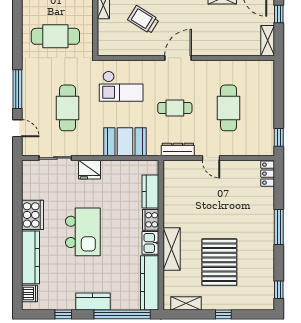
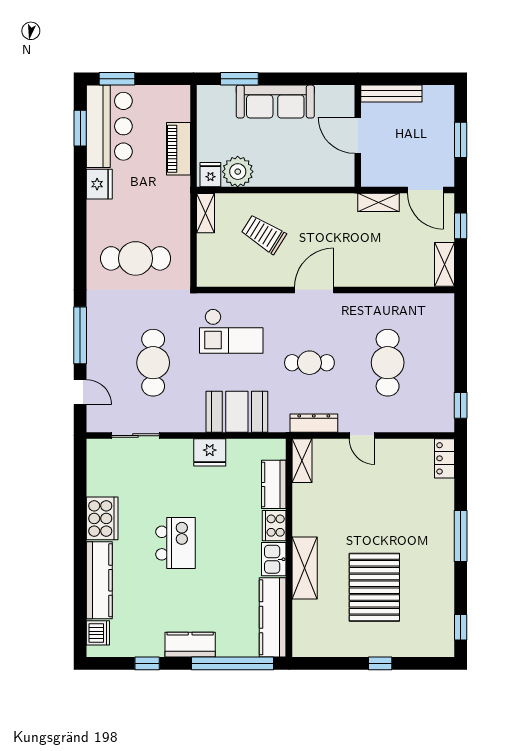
fridge: (90, 170) -> (210, 452), moved
kitchen island: (83, 232) -> (176, 543), width x0.73, depth x0.78
shelving: (186, 303) -> (302, 461), moved, turned 90

